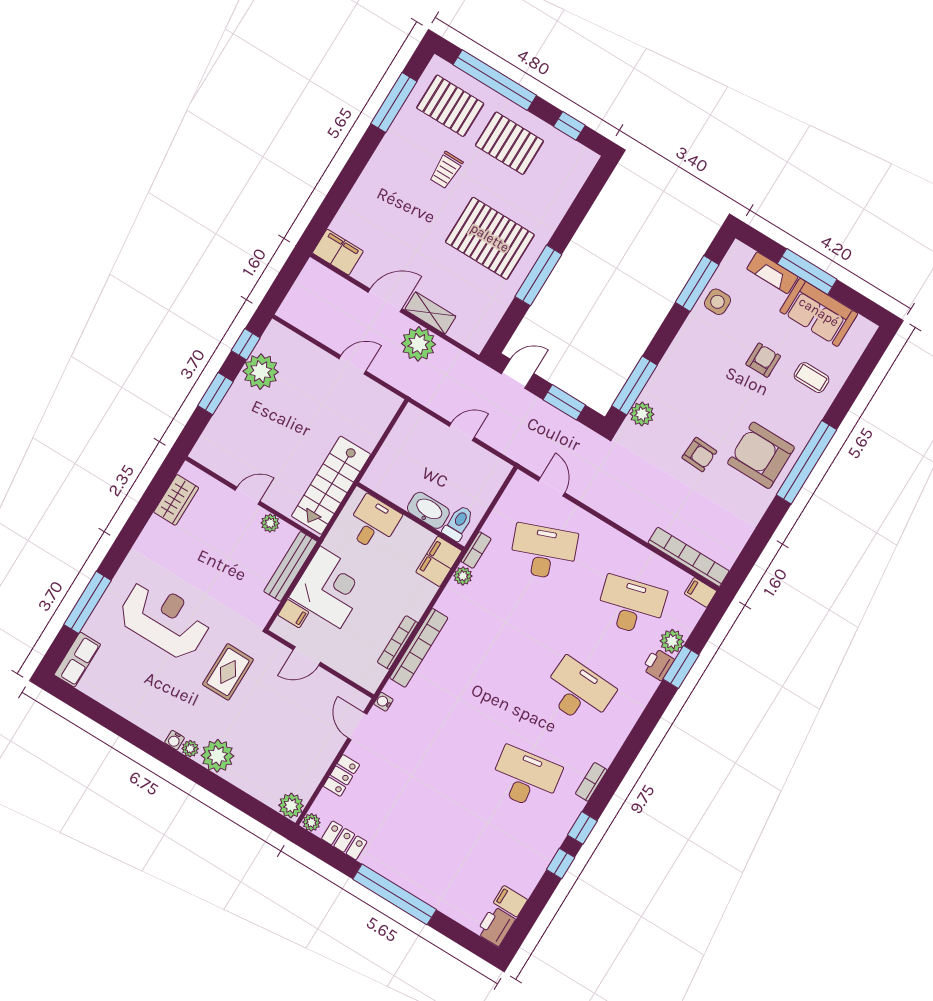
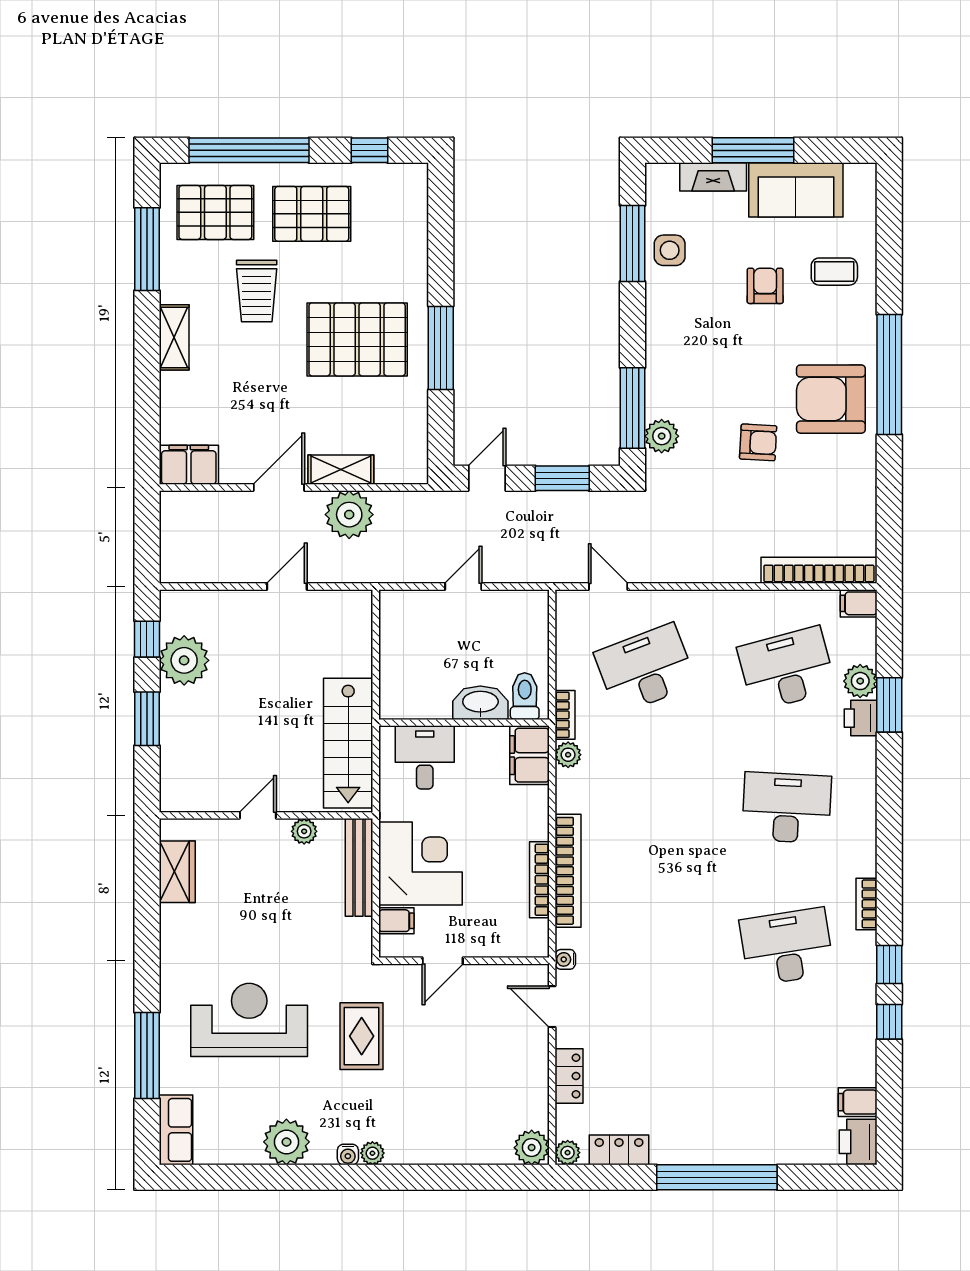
shelving: (377, 168) -> (174, 337), added
trolley: (446, 170) -> (257, 291), width x1.36, depth x1.39
plant: (217, 756) -> (286, 1142), moved

